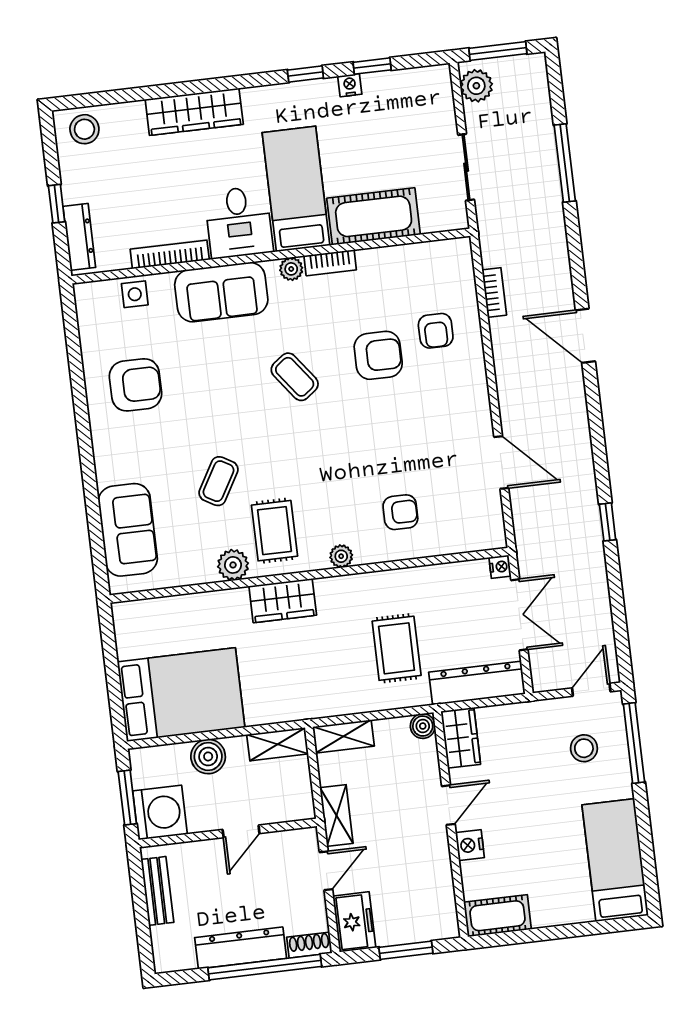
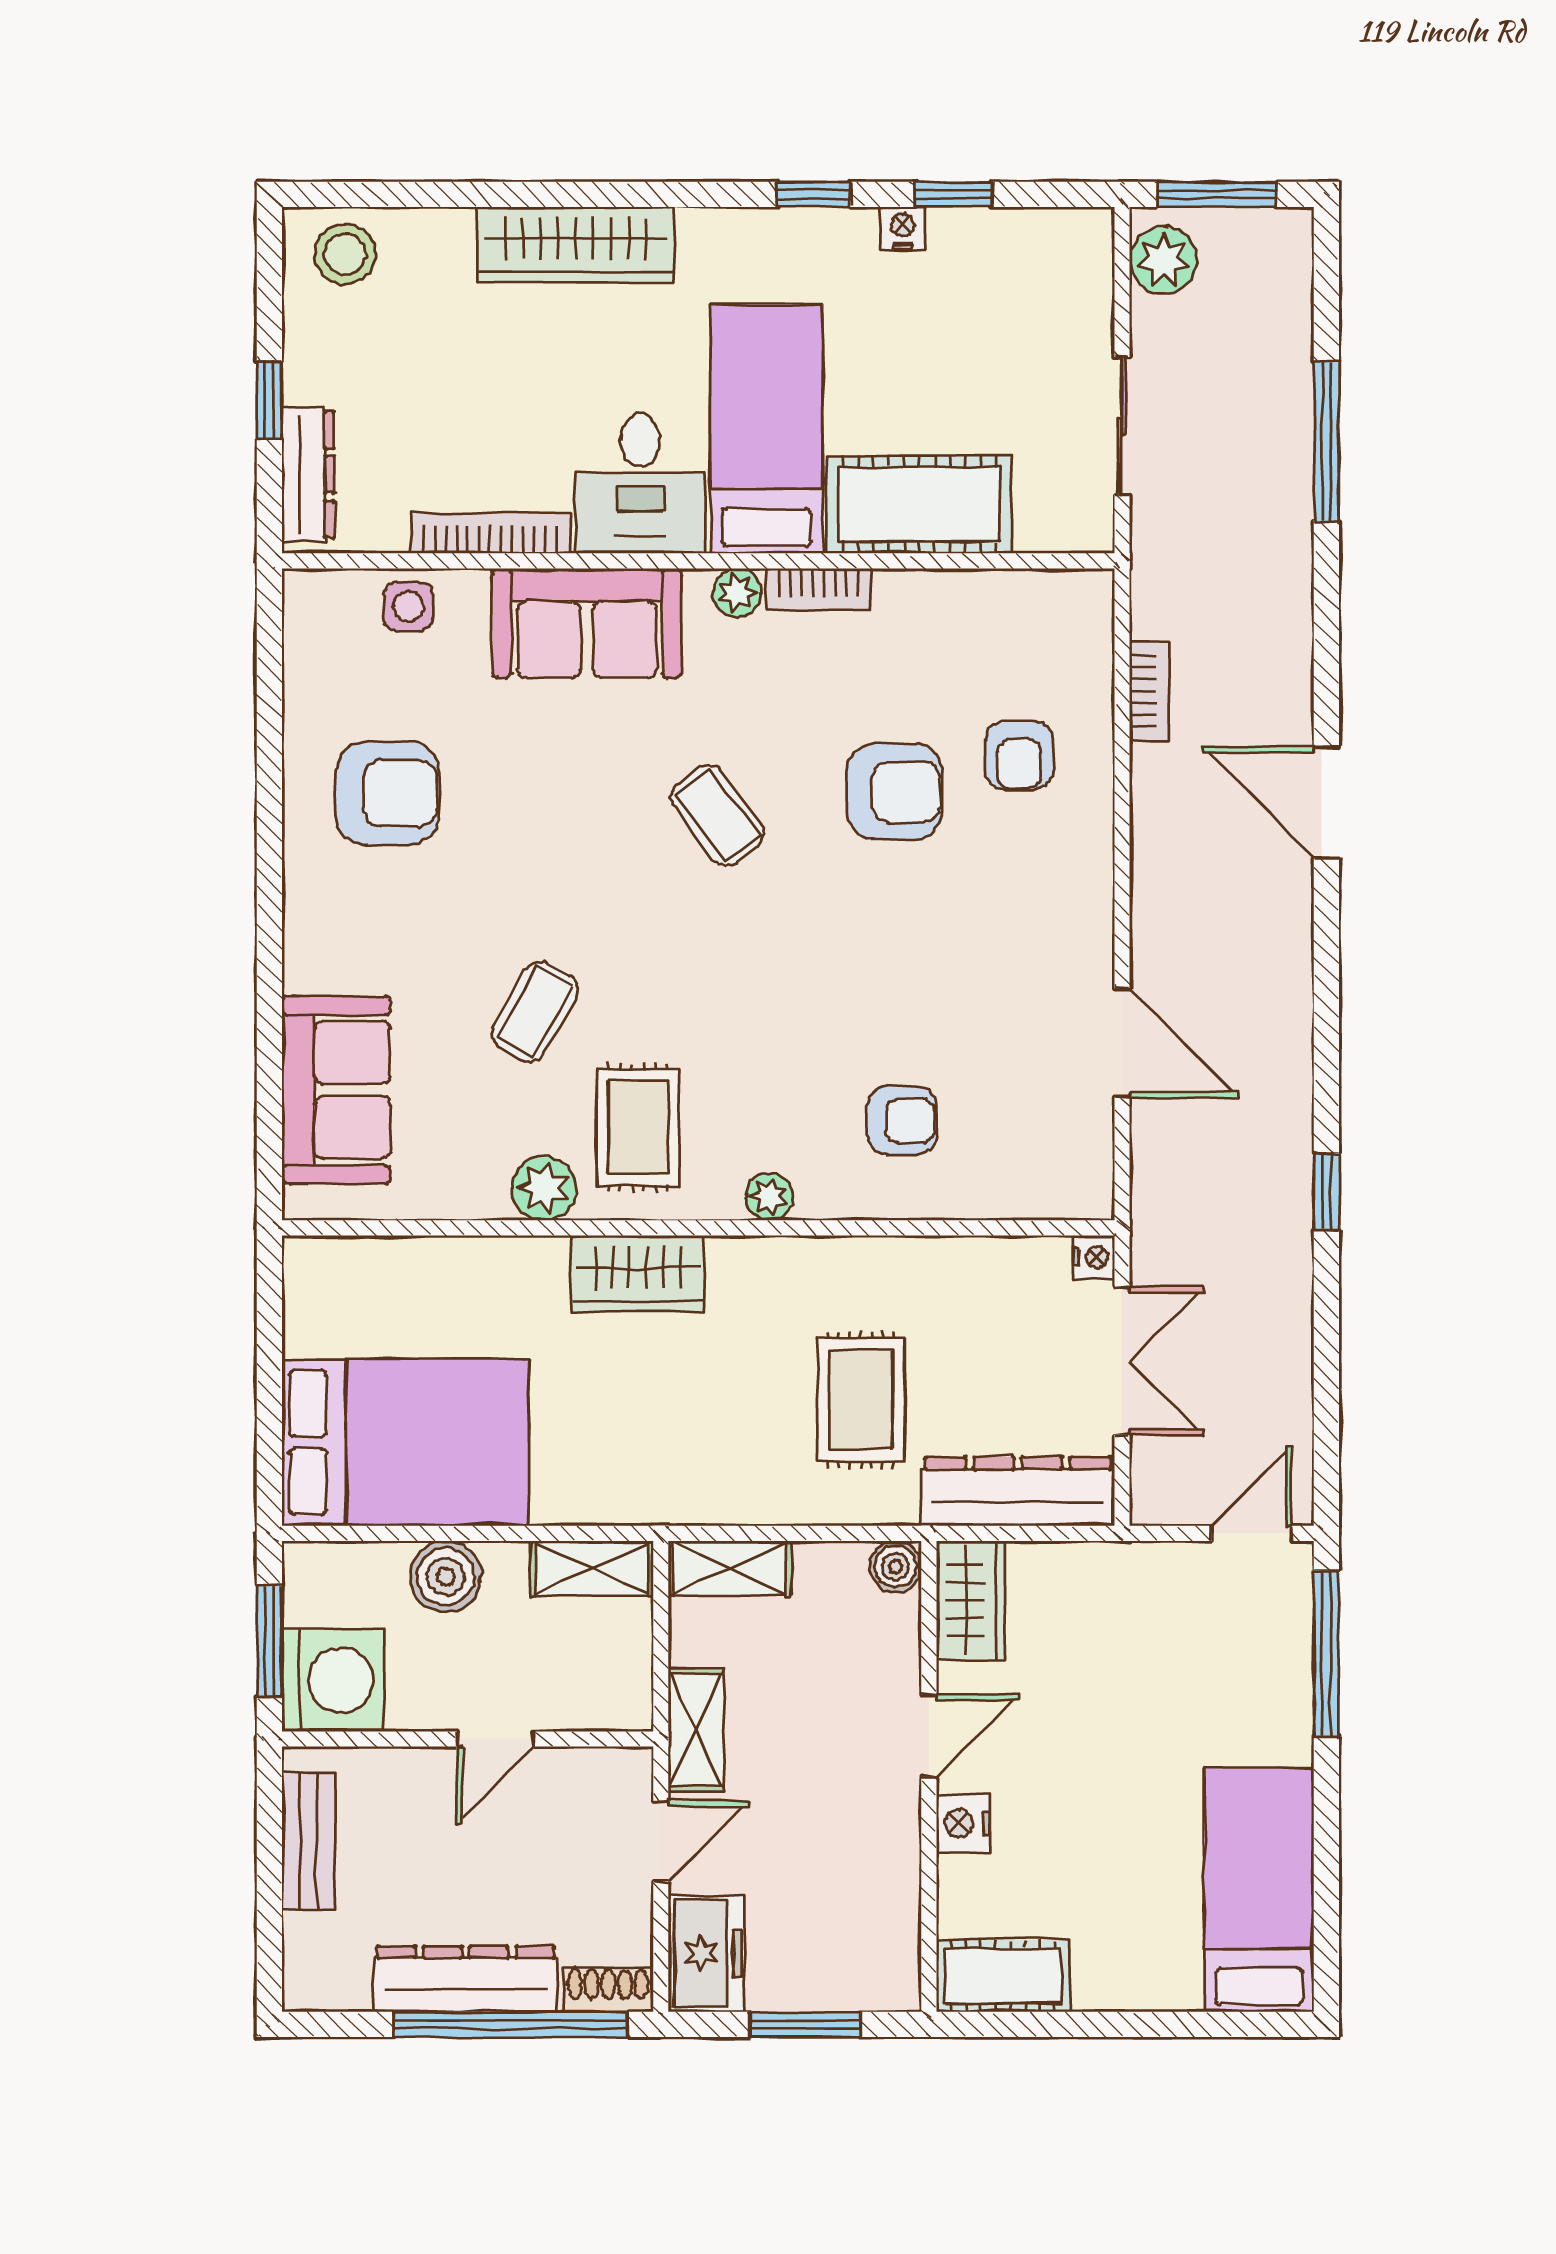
stool: (584, 748) -> (1222, 1652), removed

